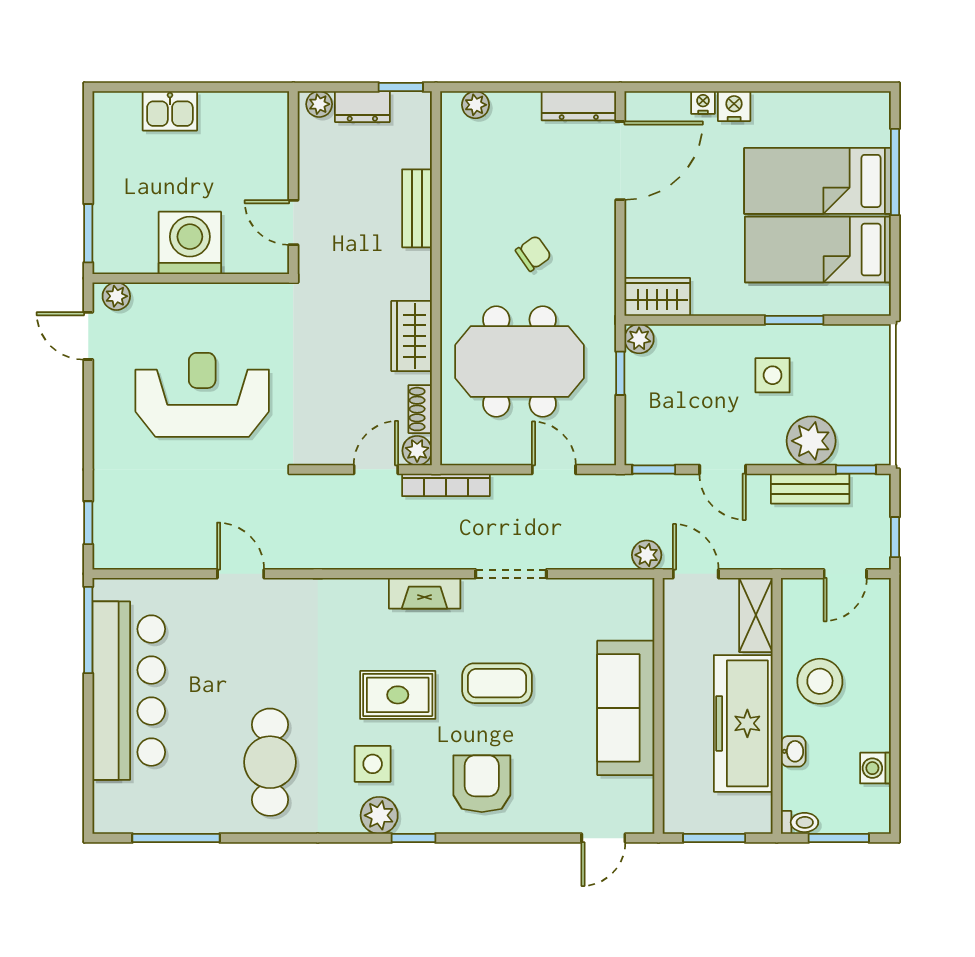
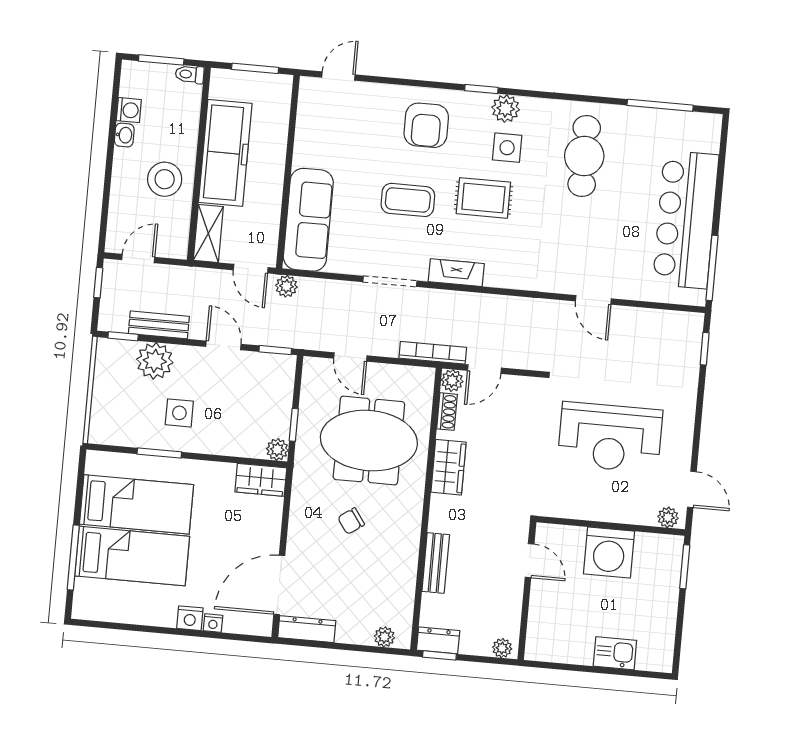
dresser: (362, 107) -> (438, 640), moved
sofa: (626, 708) -> (308, 220), moved
washbasin: (793, 751) -> (124, 135), moved, turned 180

